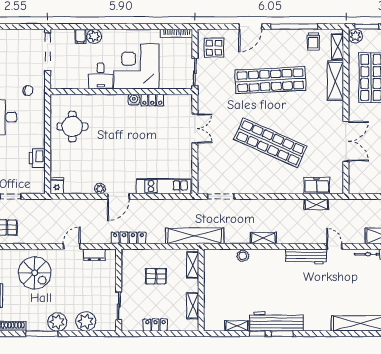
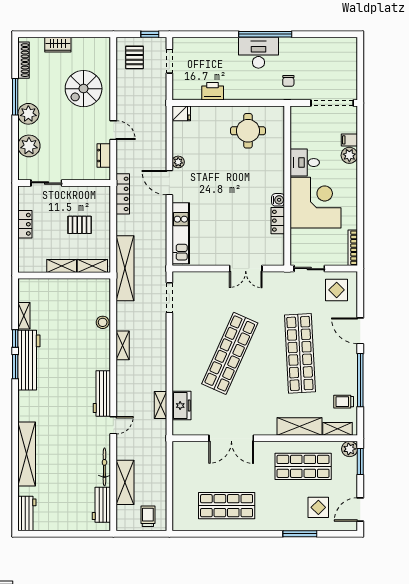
pallet: (156, 276) -> (80, 225), turned 90
shelving: (193, 306) -> (62, 266), moved

